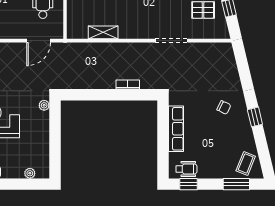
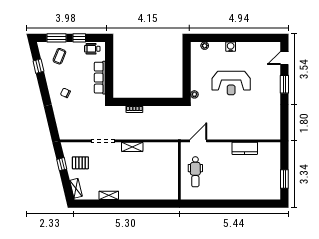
shelving: (103, 32) -> (132, 147), moved
window: (255, 117) -> (38, 66), moved
coffee table: (246, 163) -> (59, 56), moved
window: (188, 184) -> (79, 38), moved

